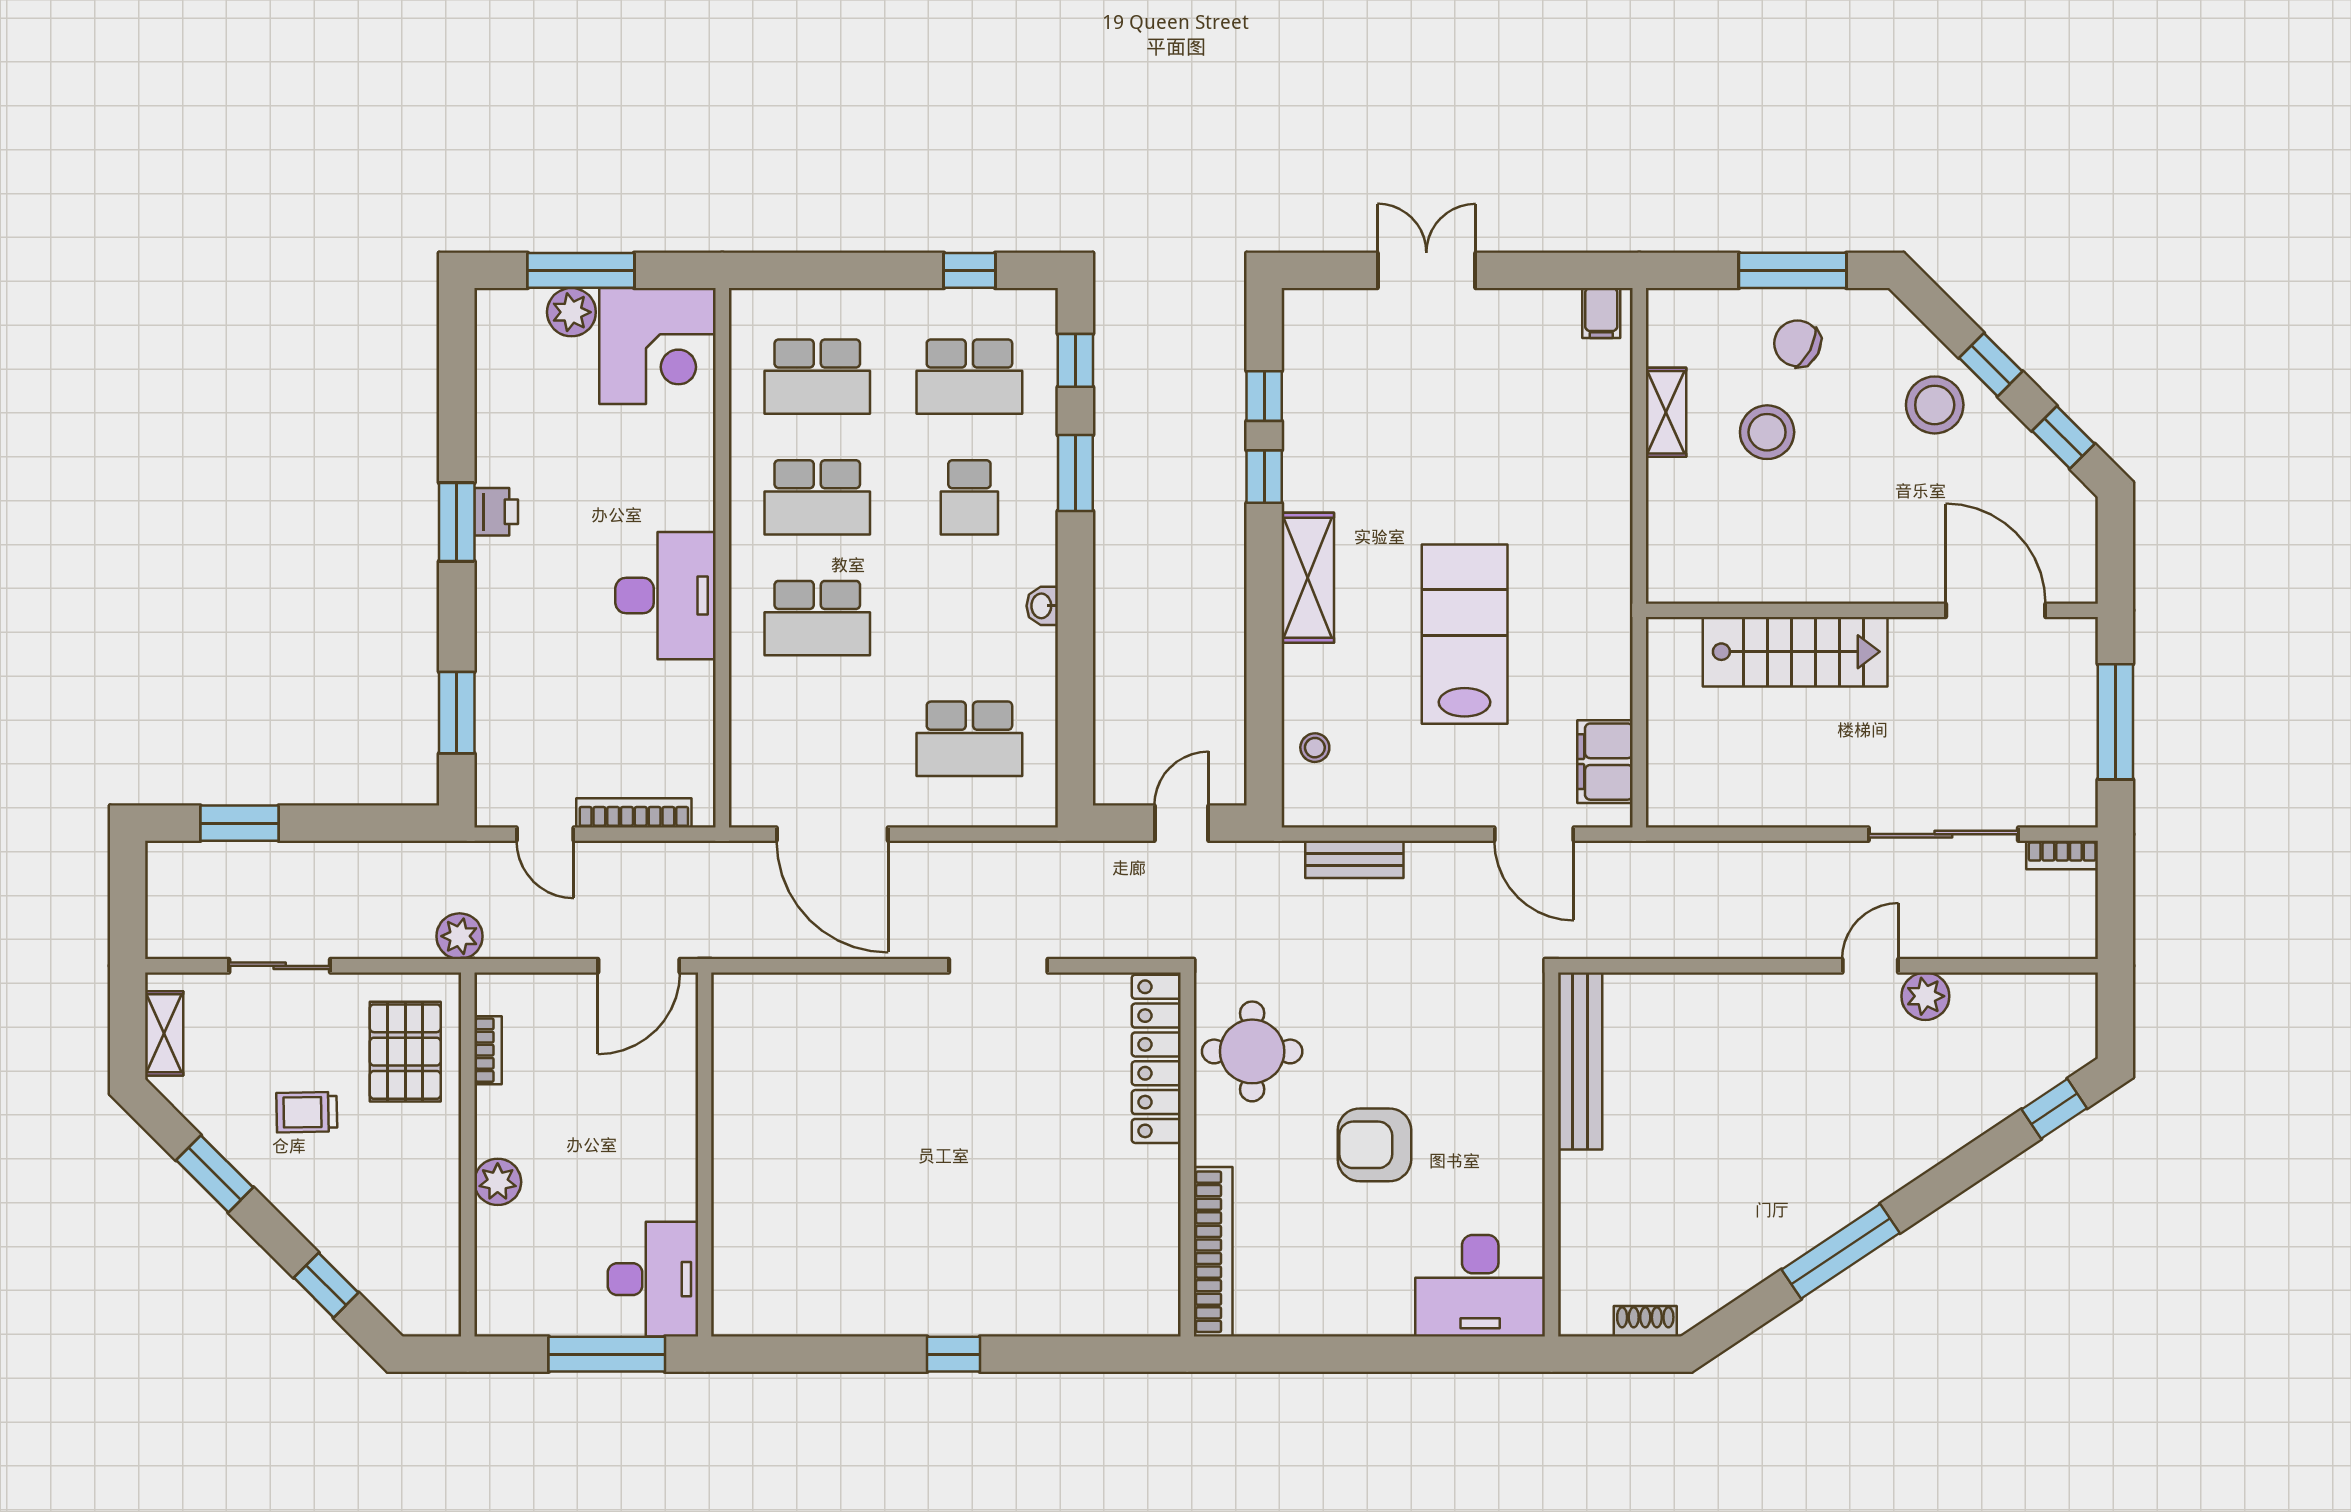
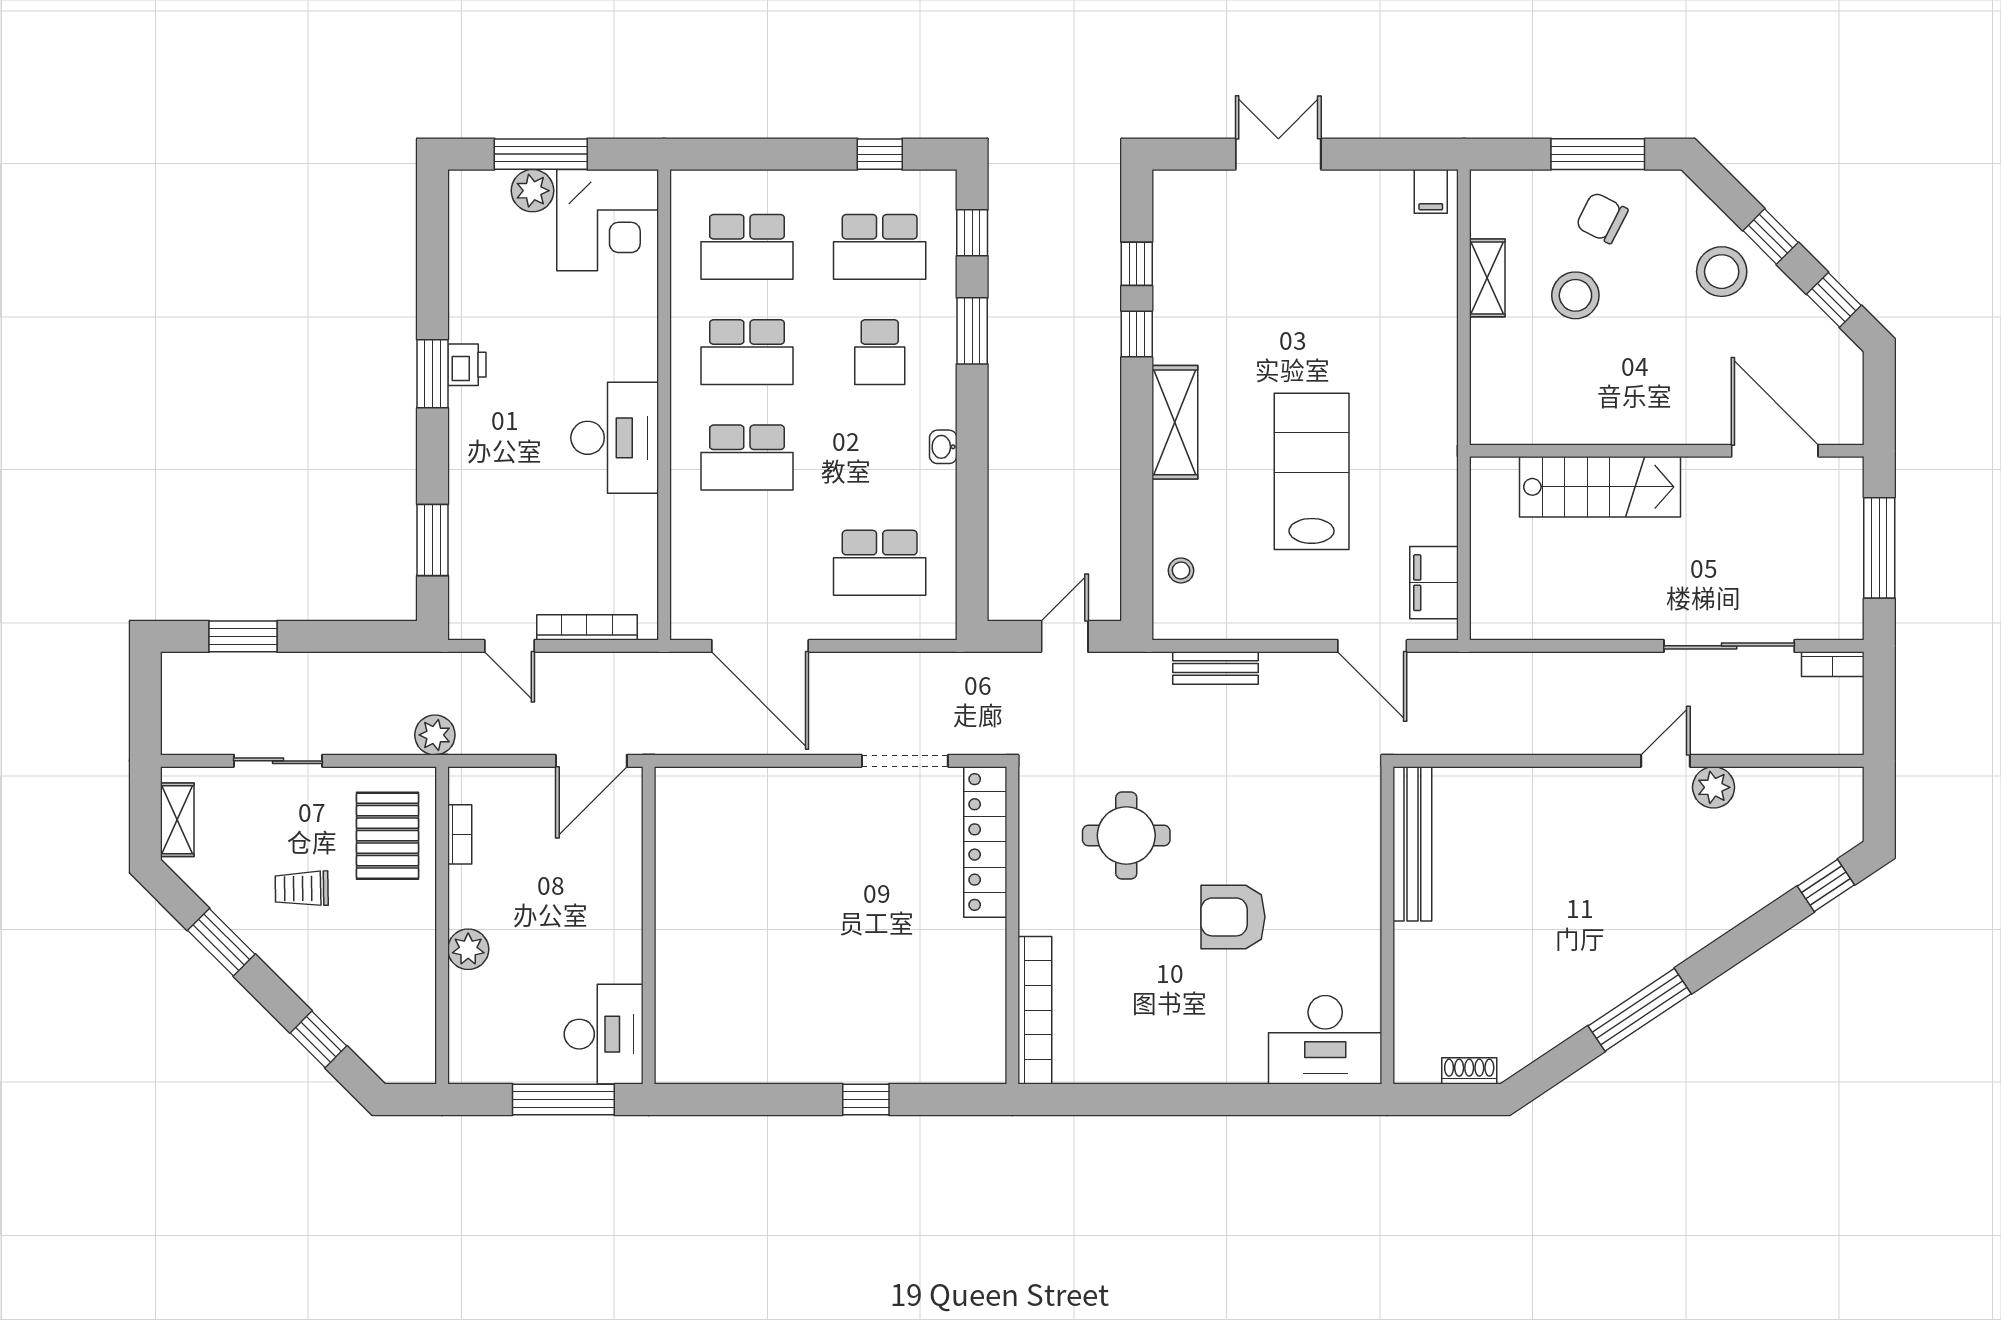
locker: (1156, 1059) -> (985, 842), moved
wall: (1187, 1154) -> (1012, 925), moved
bookcase: (1213, 1252) -> (1035, 1010), moved

